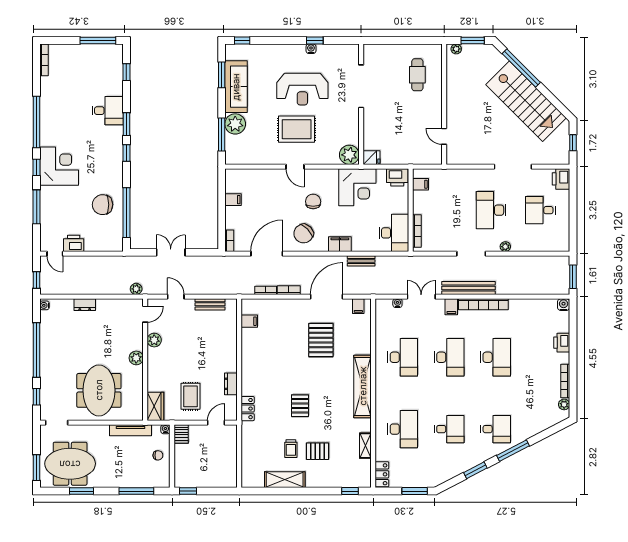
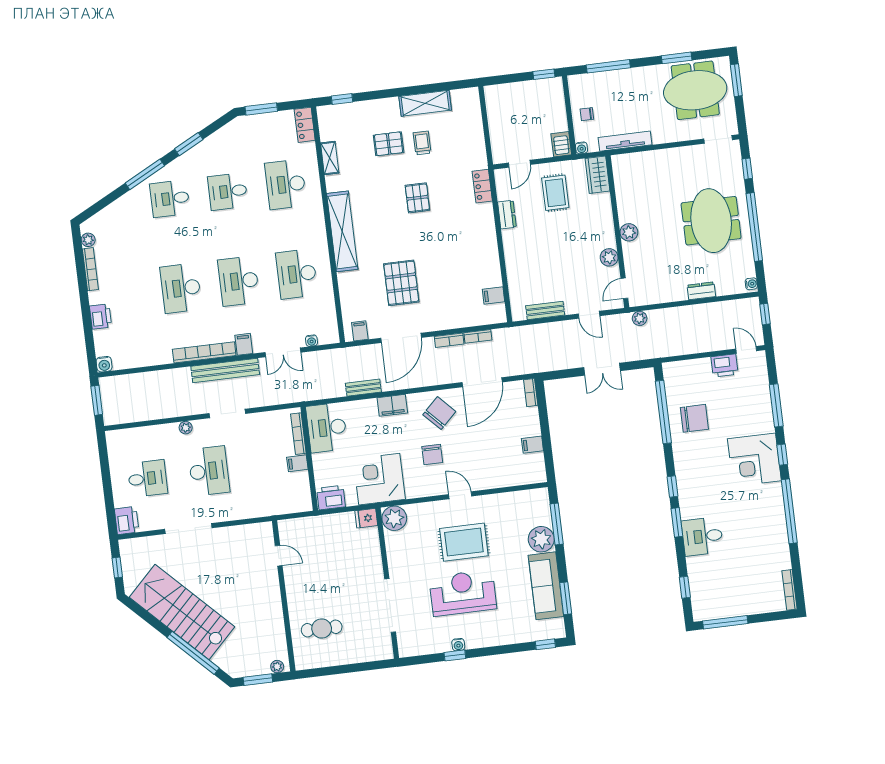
cafe table: (417, 75) -> (322, 628), turned 90
filing cabinet: (420, 184) -> (297, 463), moved
meeting table: (99, 390) -> (711, 221), moved

